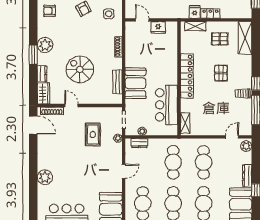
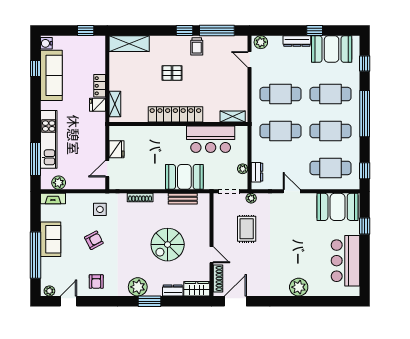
pallet: (220, 39) -> (130, 75), removed
door: (71, 106) -> (211, 255), swing flipped
rug: (93, 134) -> (247, 229), turned 90

